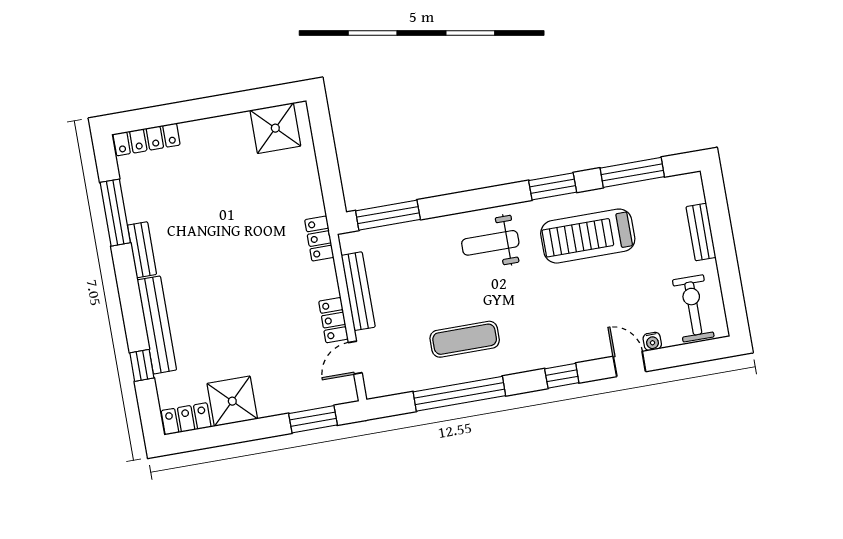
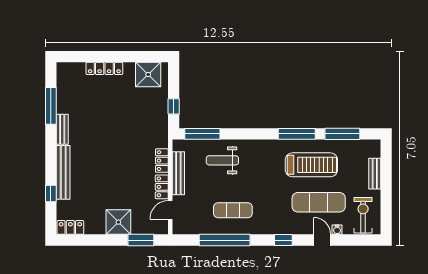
locker: (147, 139) -> (104, 68), moved
window: (330, 176) -> (174, 106), added
window: (553, 186) -> (297, 134), width x1.44
treadmill: (588, 236) -> (311, 165), turned 180
locker: (319, 239) -> (162, 161), moved
weight bench: (490, 243) -> (222, 160), moved
exercise mat: (612, 299) -> (319, 202), added
shower: (232, 401) -> (118, 222), moved

